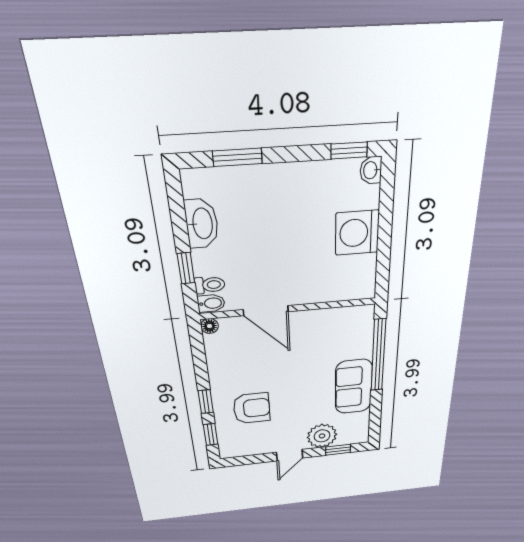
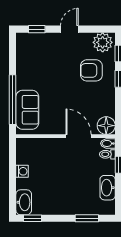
washbasin: (371, 170) -> (24, 202), width x1.91, depth x1.45
washing machine: (357, 233) -> (22, 171), width x0.53, depth x0.53
floor lamp: (209, 326) -> (106, 126), width x1.89, depth x1.89
sofa: (354, 387) -> (27, 110), moved
plant: (322, 436) -> (103, 42), moved

